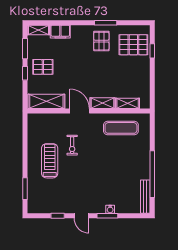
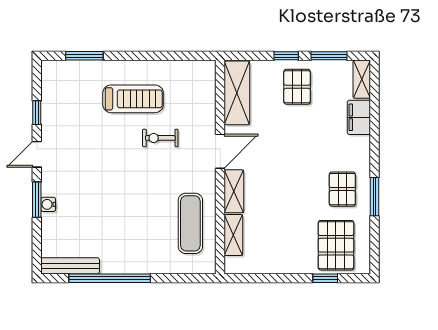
pallet: (101, 41) -> (342, 189), turned 90

